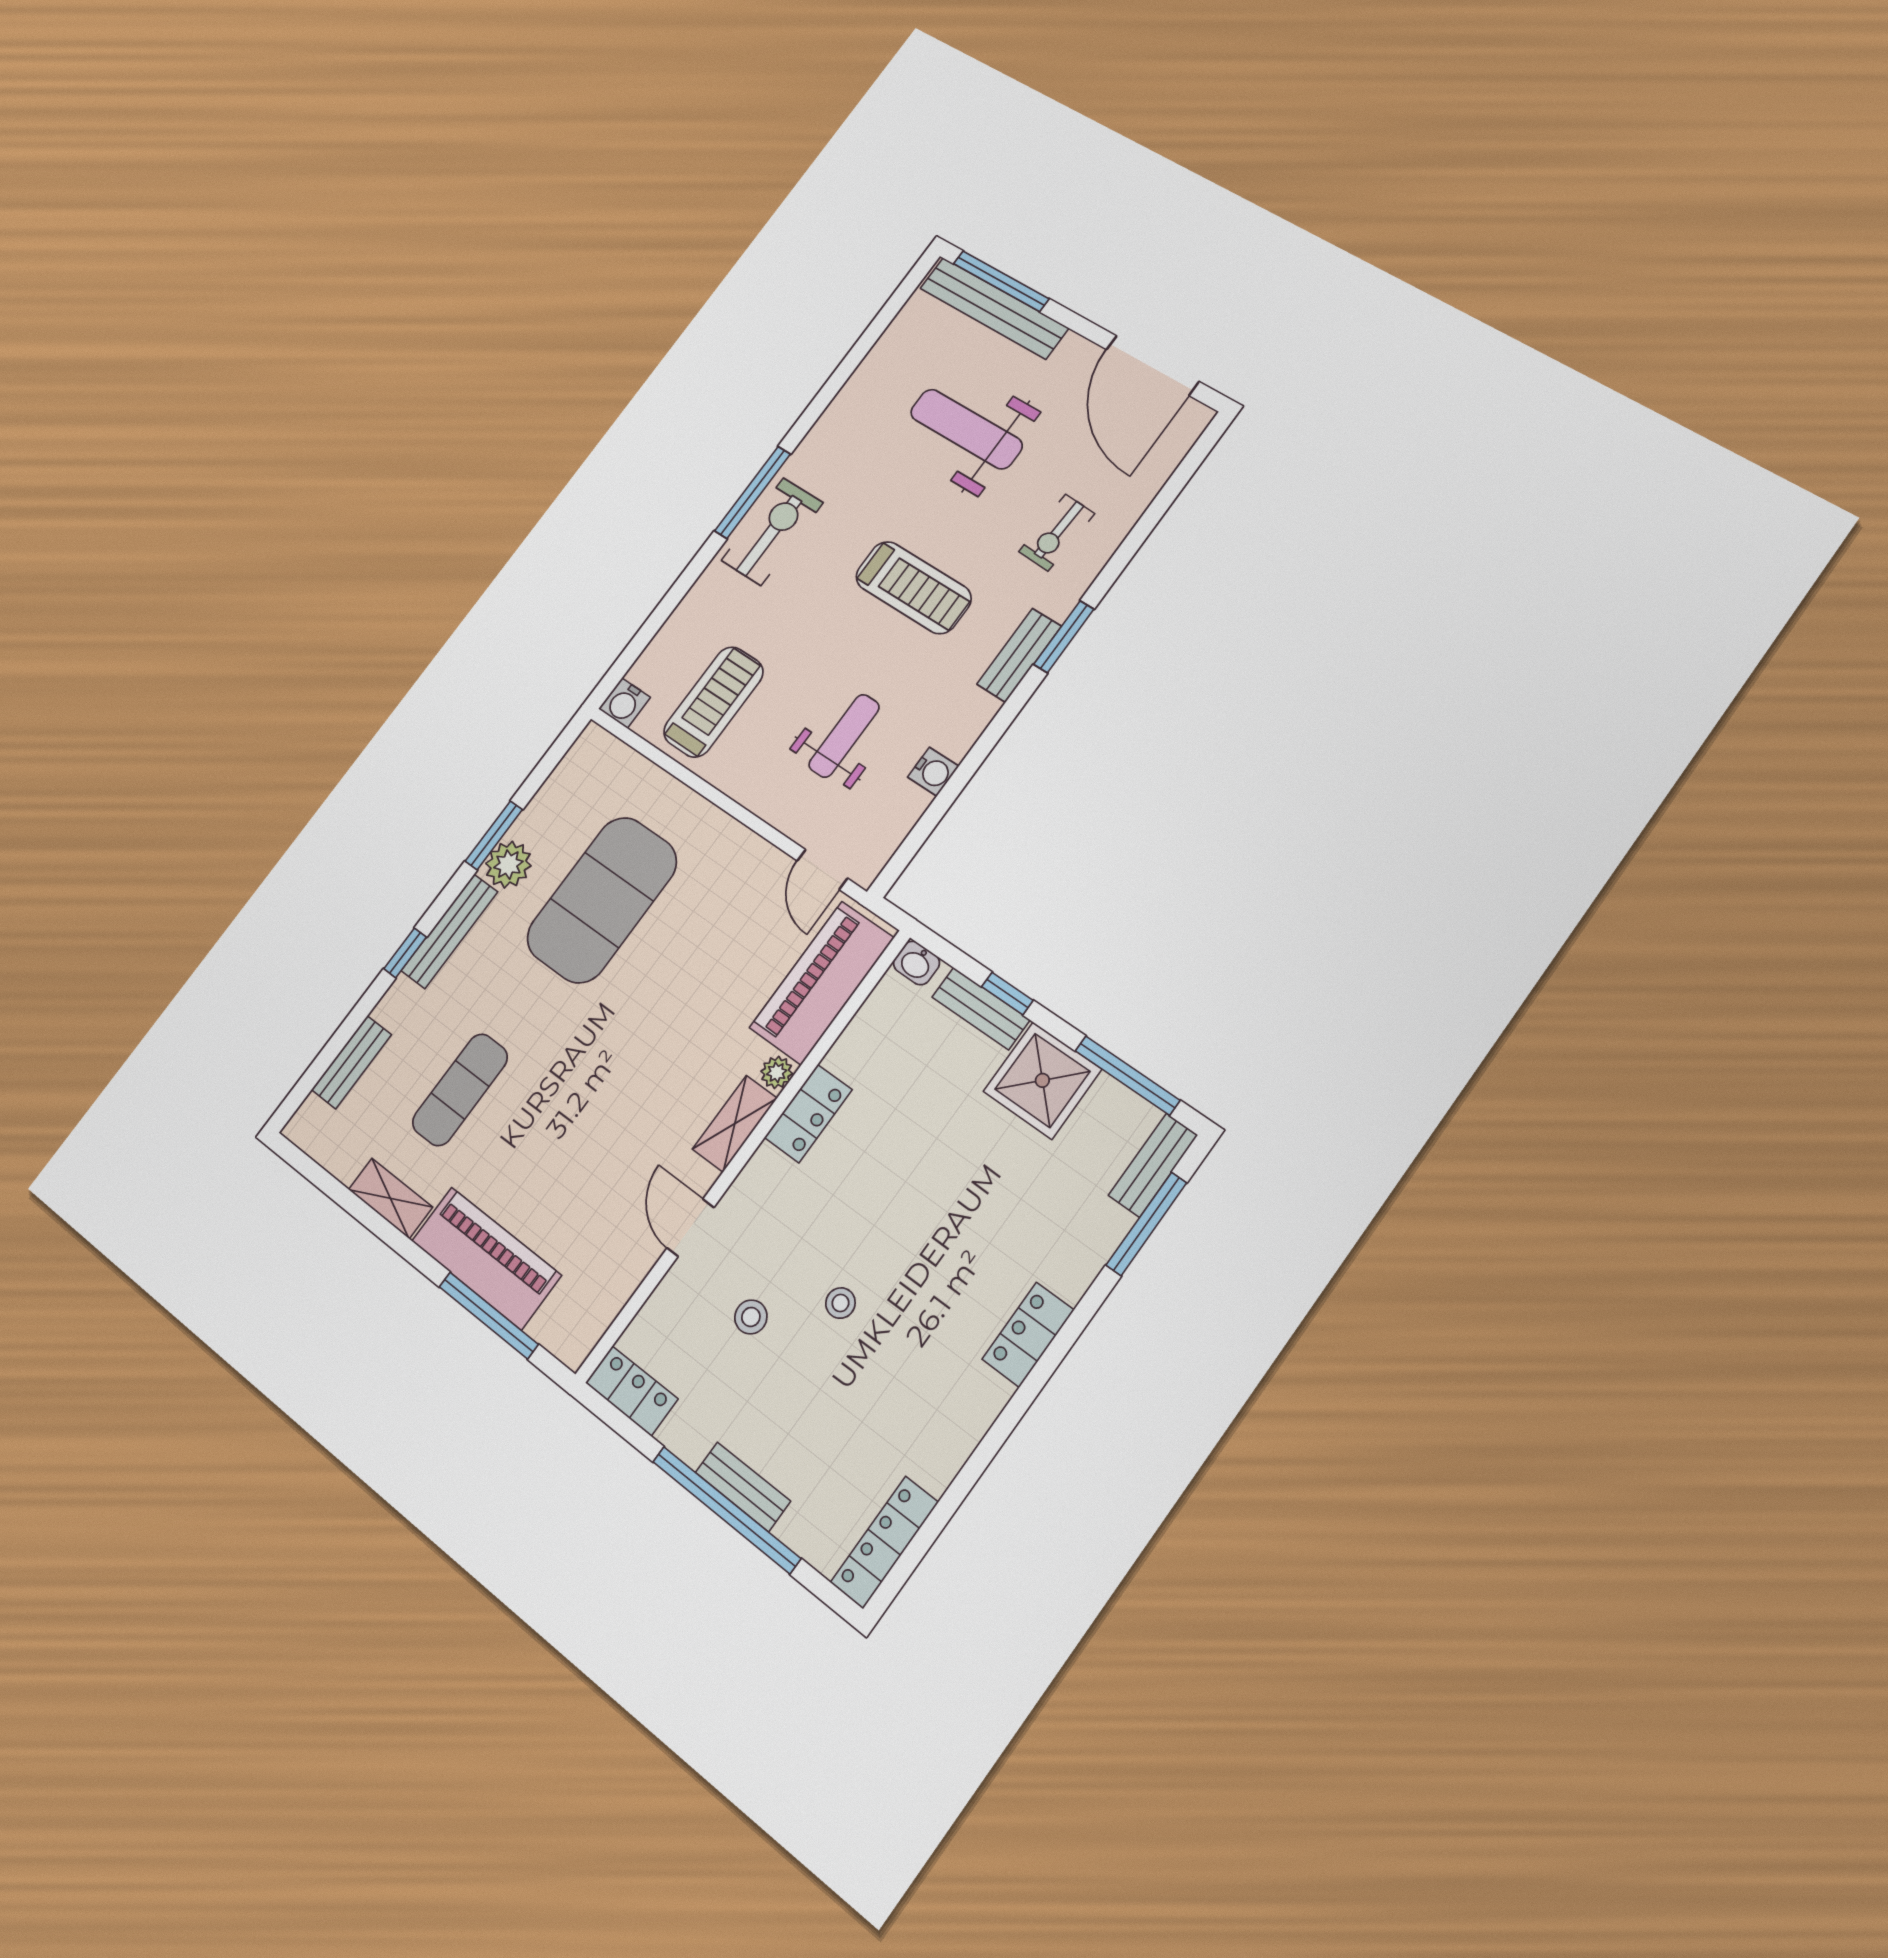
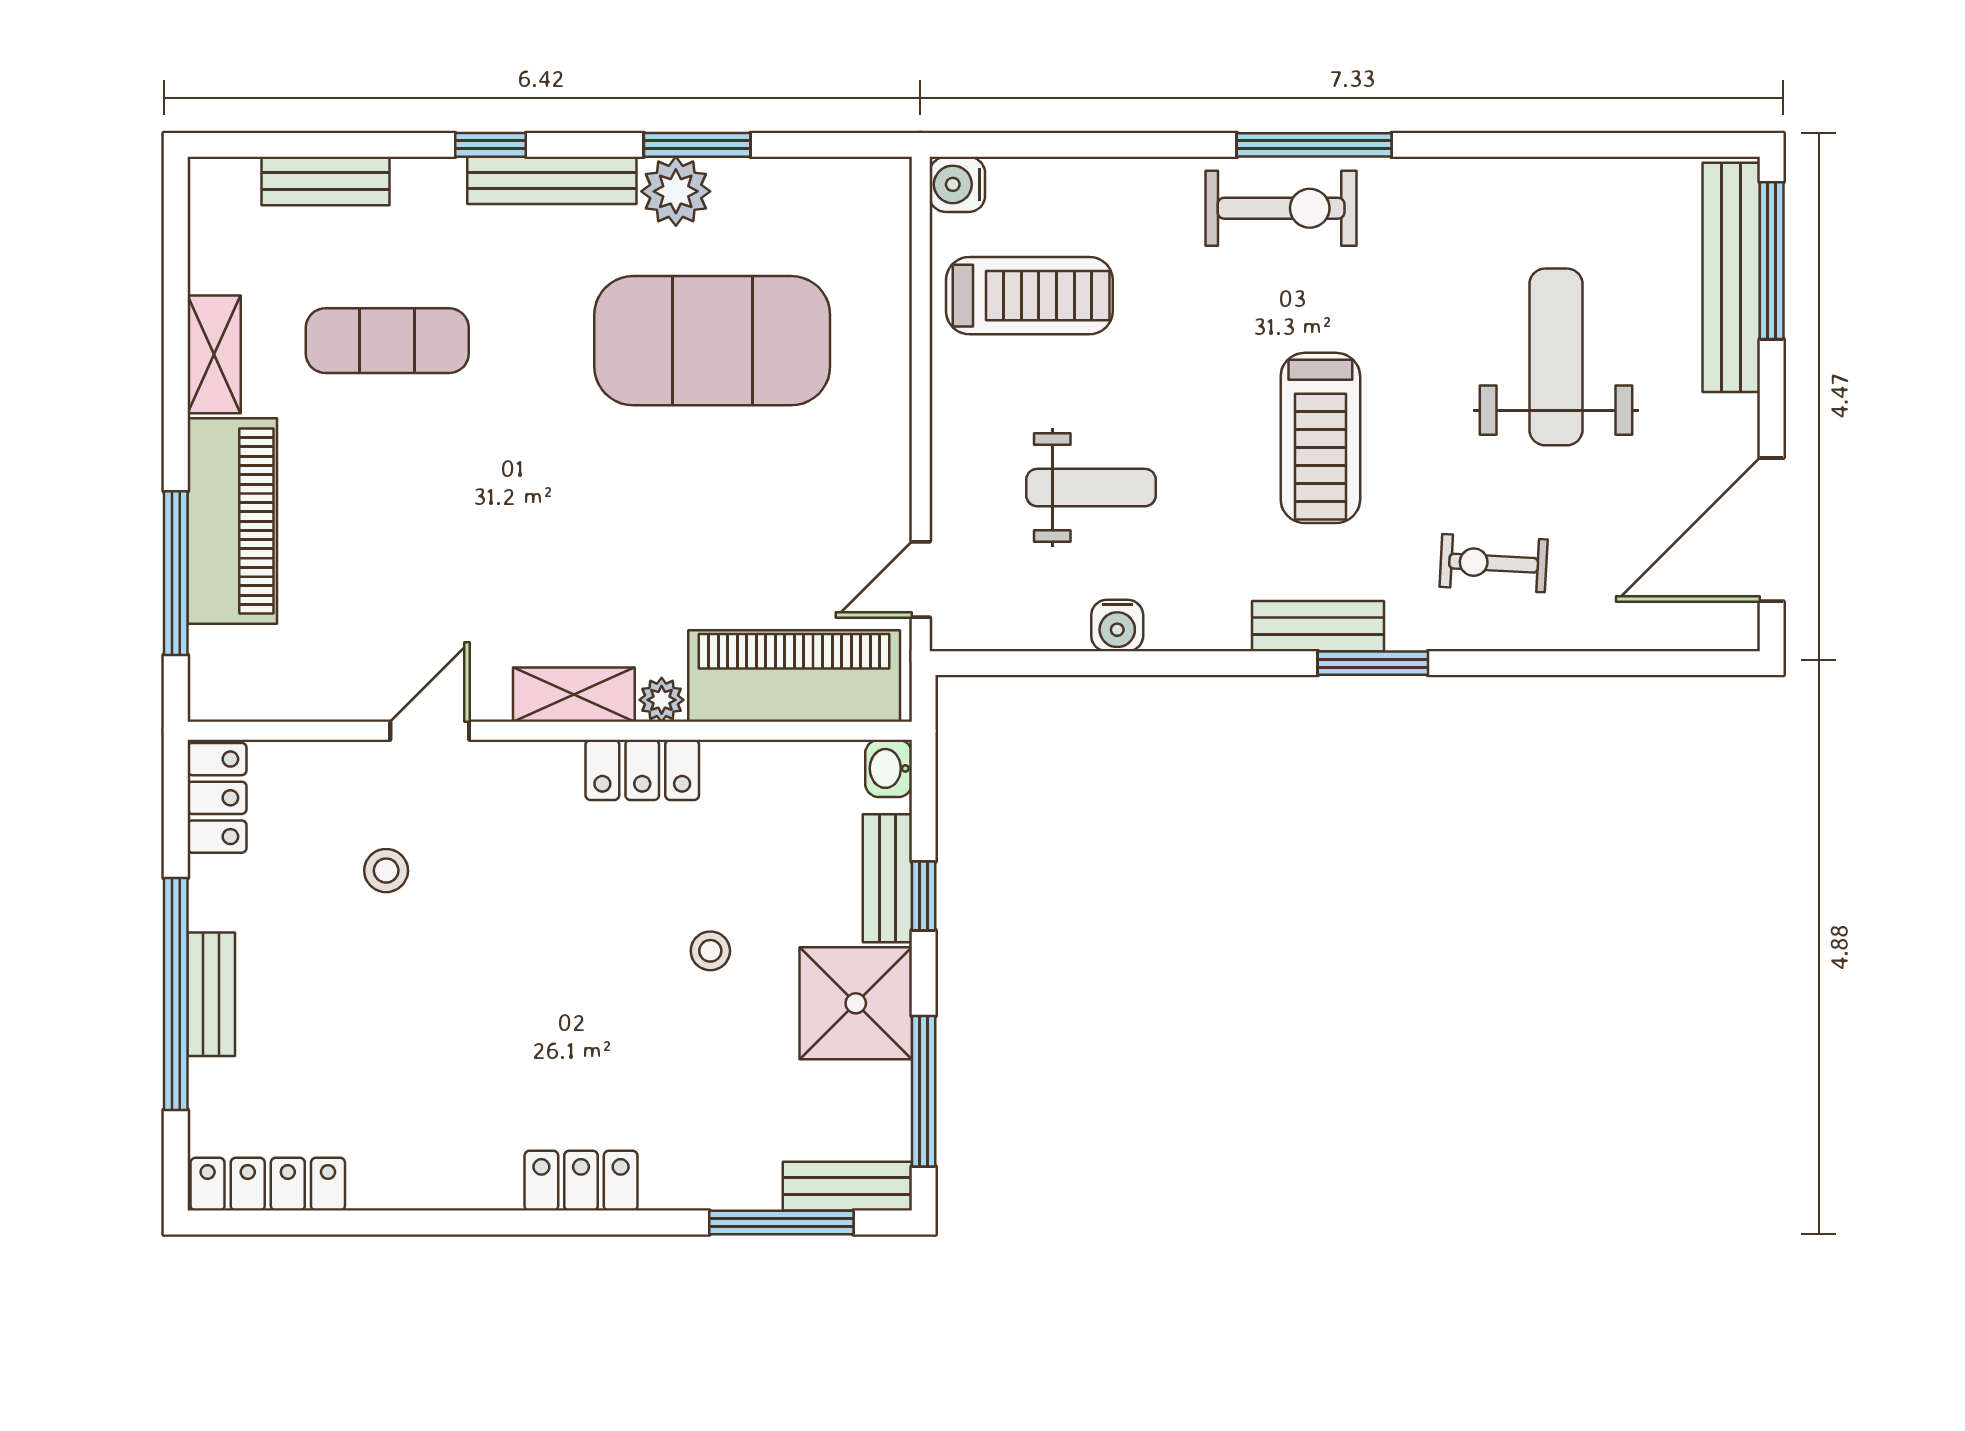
stool: (840, 1303) -> (710, 951), moved

